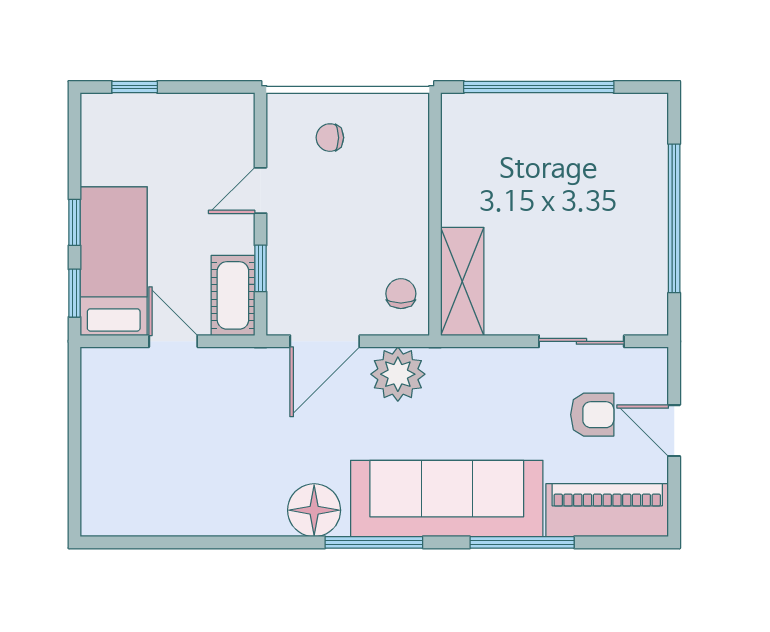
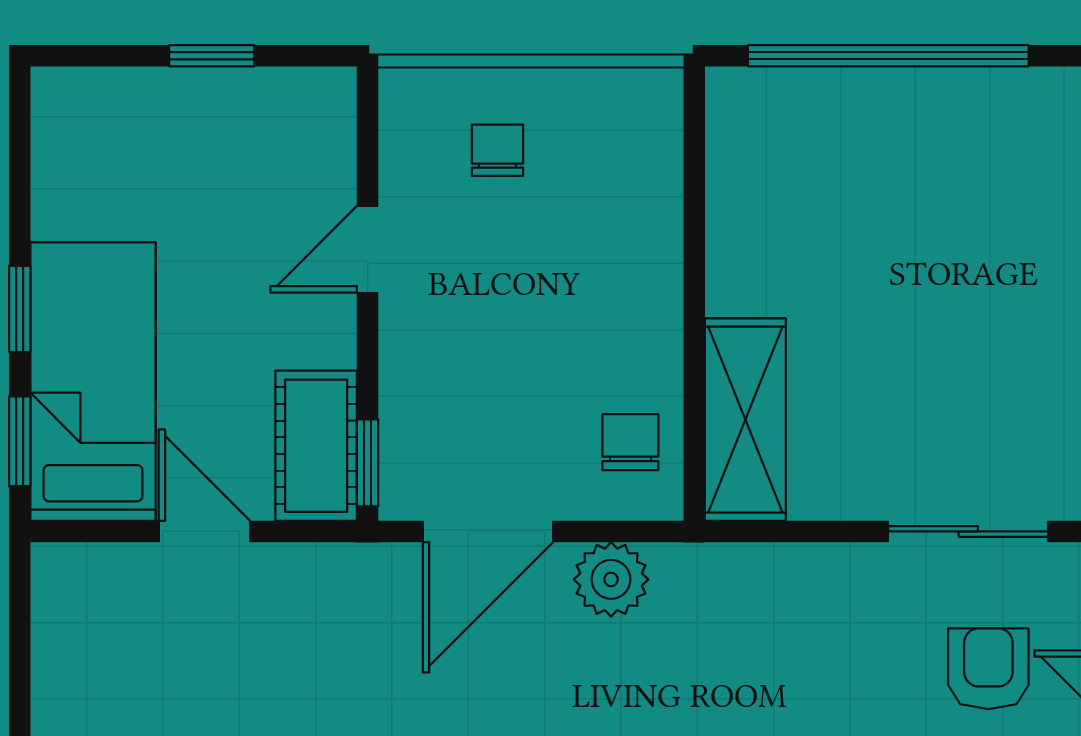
window: (135, 87) -> (212, 56), moved
chair: (330, 138) -> (497, 150), turned 90
window: (260, 268) -> (368, 463), moved
plant: (398, 374) -> (611, 579), width x0.73, depth x0.73
armchair: (592, 415) -> (988, 669), turned -90

